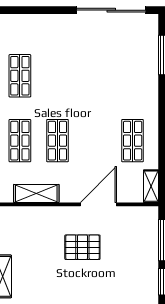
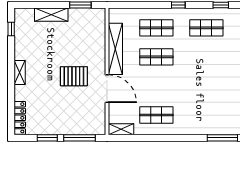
shelving: (36, 193) -> (115, 49), width x1.47
pallet: (82, 247) -> (74, 76), turned 90

